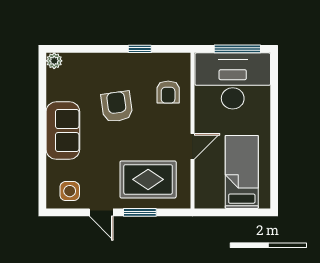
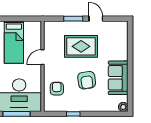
sofa: (63, 131) -> (118, 78), moved
rug: (148, 179) -> (81, 46), moved
side table: (70, 191) -> (114, 31), removed

